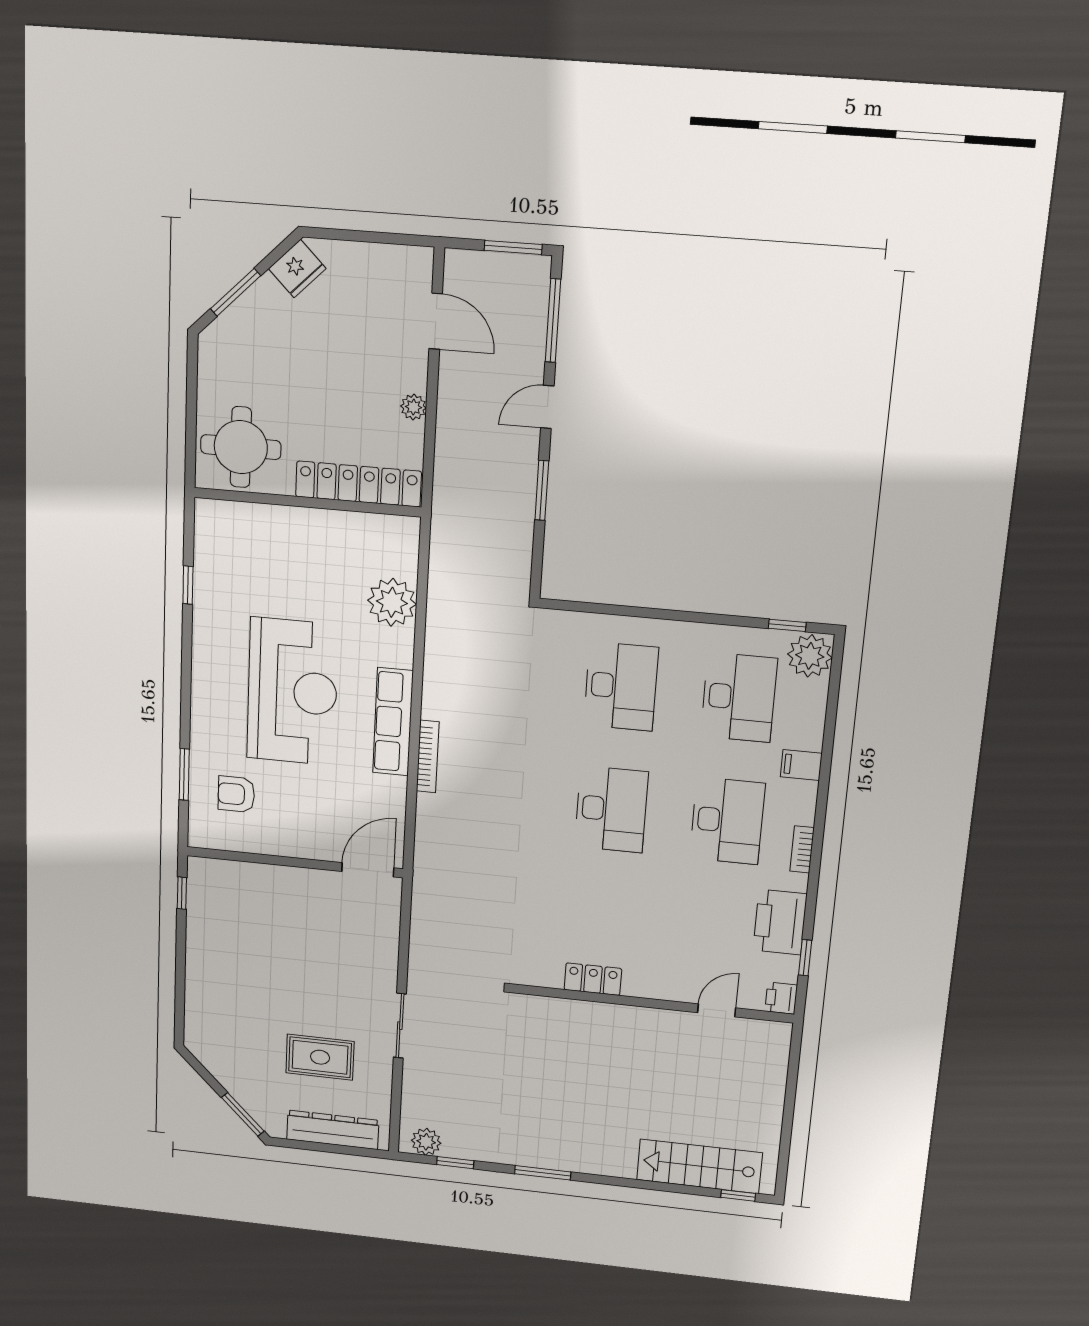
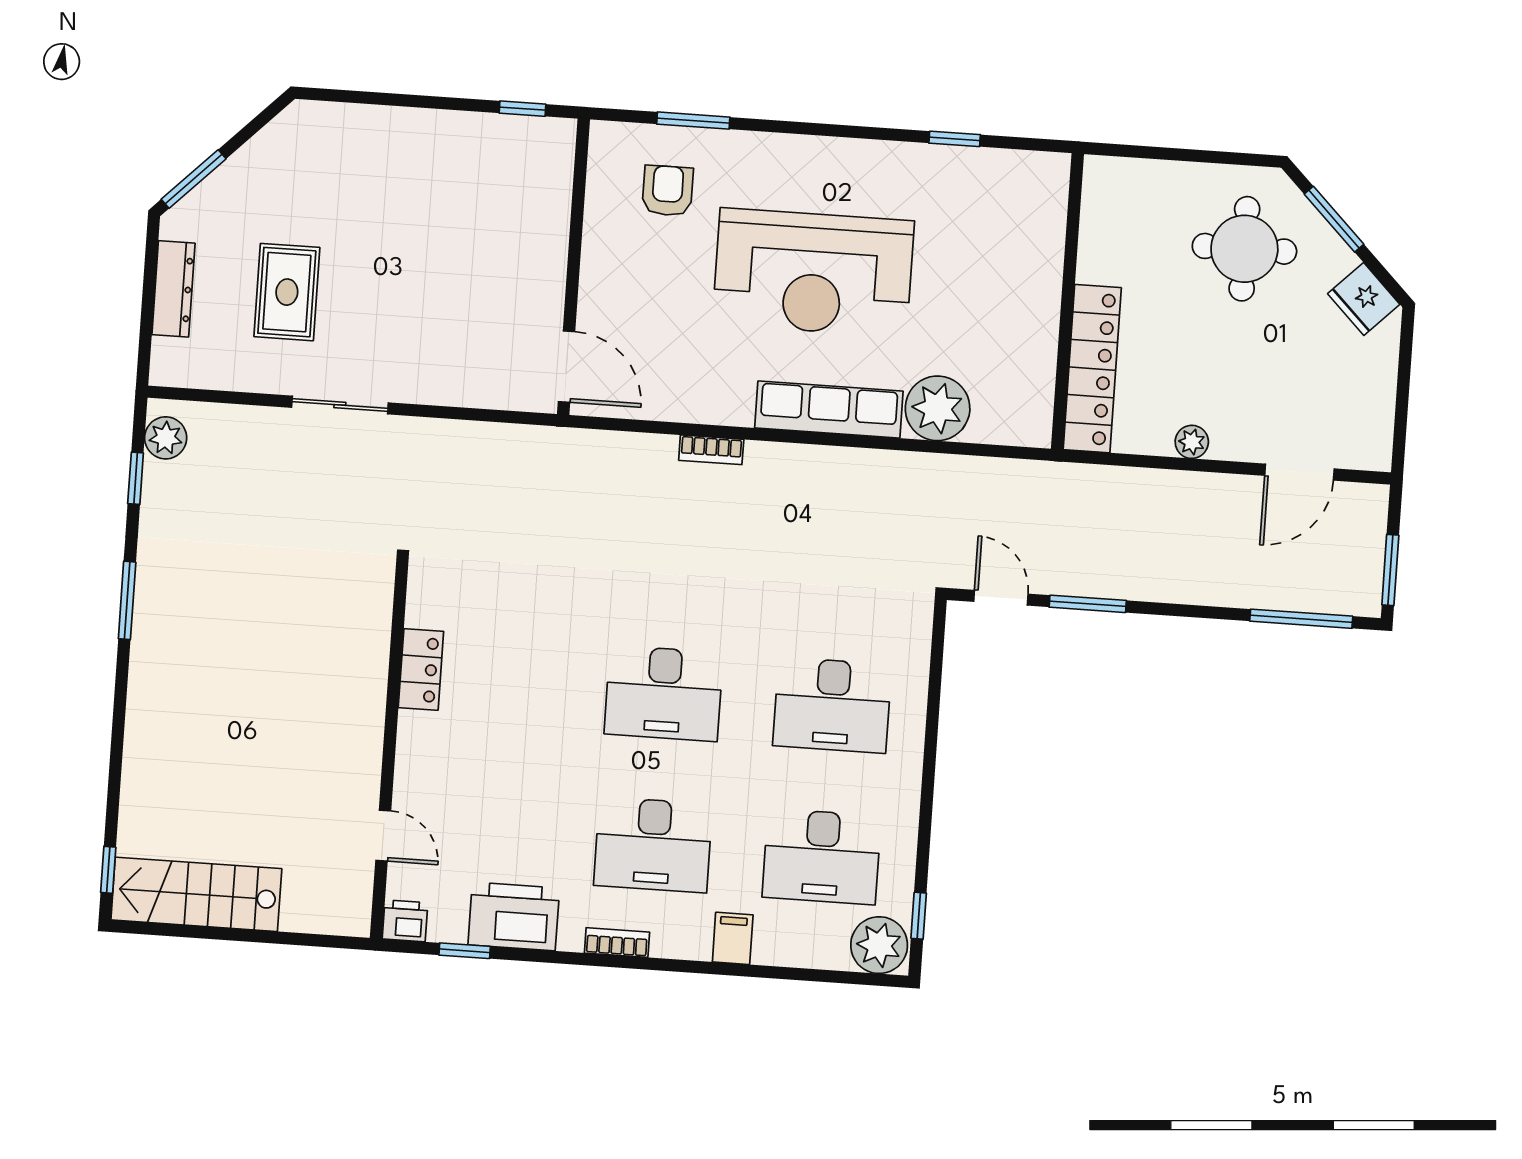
door: (547, 407) -> (1001, 598), moved
round table: (241, 447) -> (1244, 249), moved
row of seats: (393, 722) -> (829, 410), moved
bookcase: (428, 756) -> (711, 450), width x0.64
dresser: (333, 1130) -> (173, 289), width x0.73, depth x0.80
stairs: (699, 1166) -> (196, 894), moved, turned -90

